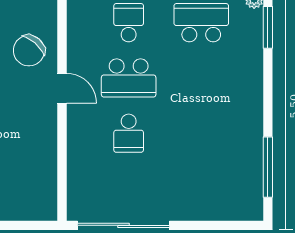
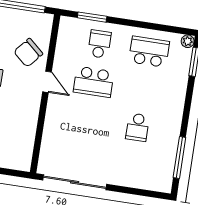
school desk: (129, 133) -> (137, 127), moved

